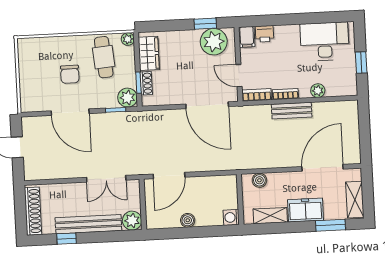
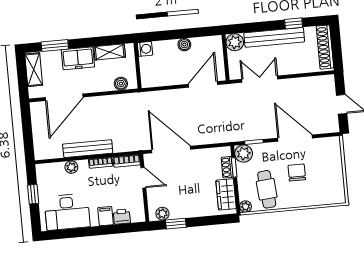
filing cabinet: (247, 37) -> (105, 216), moved
plant: (214, 42) -> (162, 214), width x0.53, depth x0.53
bench: (292, 111) -> (88, 149), width x1.36

